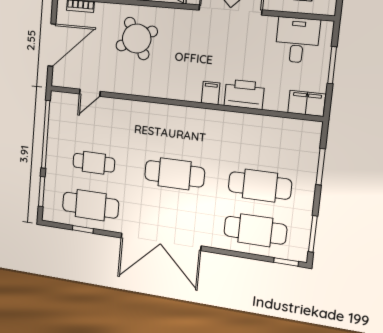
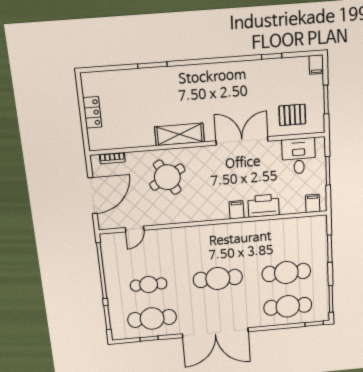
filing cabinet: (307, 103) -> (313, 203), width x0.50

